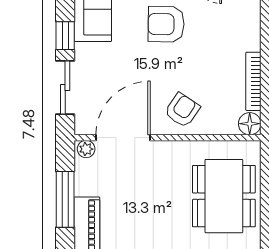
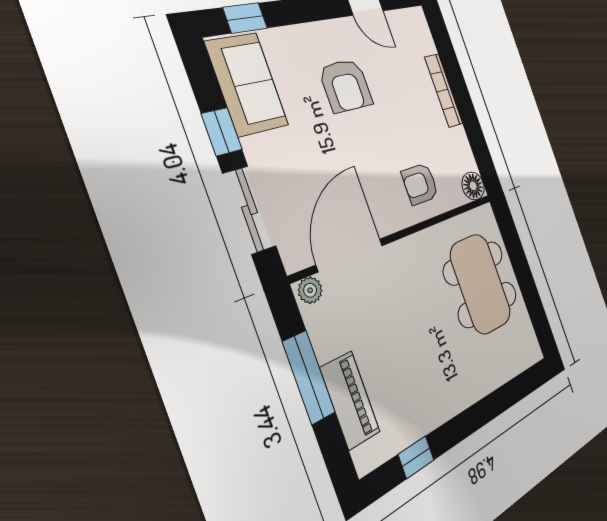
armchair: (166, 24) -> (346, 86), turned -91
bookcase: (253, 81) -> (444, 90), moved
armchair: (182, 110) -> (420, 184), moved, turned -124

